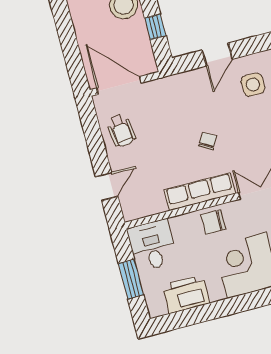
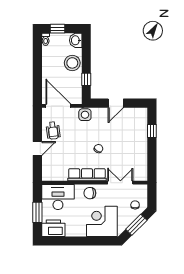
side table: (253, 85) -> (85, 115), moved
door: (107, 187) -> (37, 149), moved
desk: (152, 245) -> (58, 197), width x1.37
printer: (186, 294) -> (53, 228), moved

